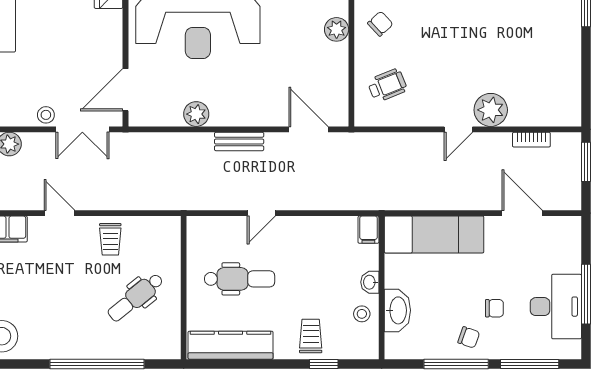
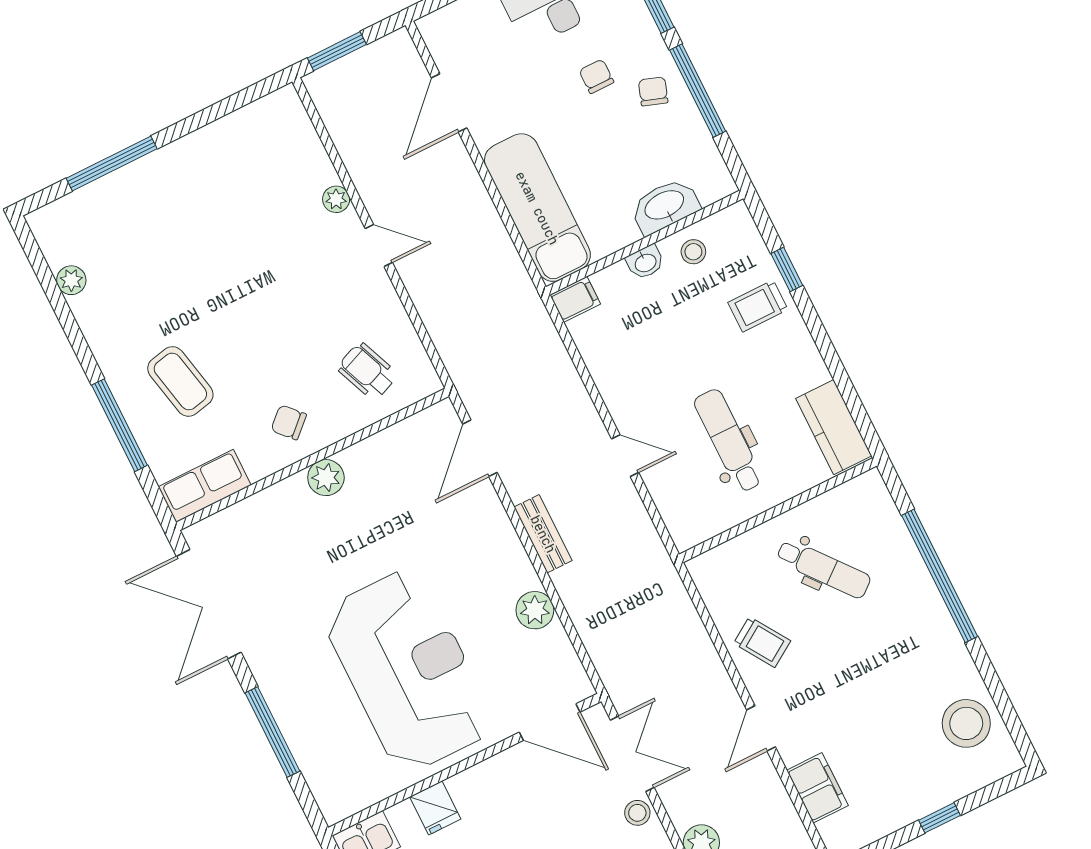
plant: (491, 110) -> (336, 199), width x0.53, depth x0.53
bookcase: (531, 140) -> (344, 140), removed
trolley: (110, 239) -> (762, 642), turned 57
kitchen counter: (231, 345) -> (834, 427), width x0.67

